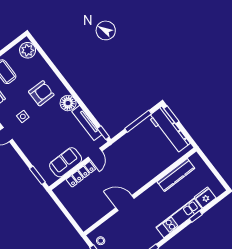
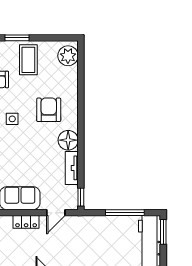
armchair: (41, 93) -> (49, 110), turned -90
tv unit: (87, 123) -> (72, 168), width x0.71
locker: (81, 174) -> (26, 222), width x0.66

